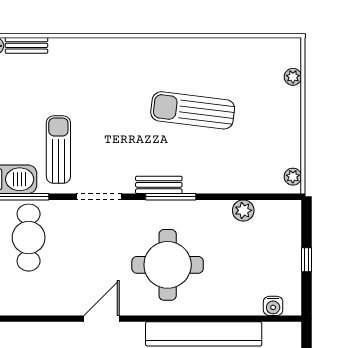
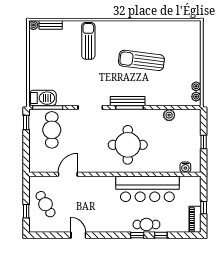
plant: (293, 77) -> (196, 86), moved
sun lounger: (58, 150) -> (88, 41), moved
bench: (159, 185) -> (128, 101), width x1.36
door: (102, 319) -> (68, 174), moved

